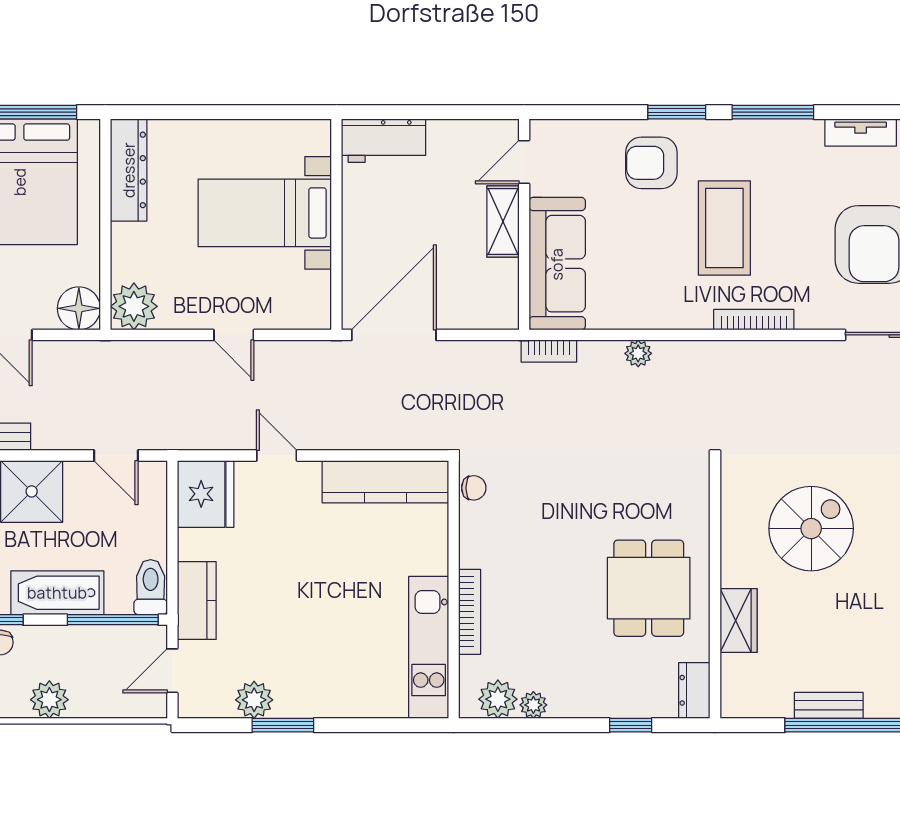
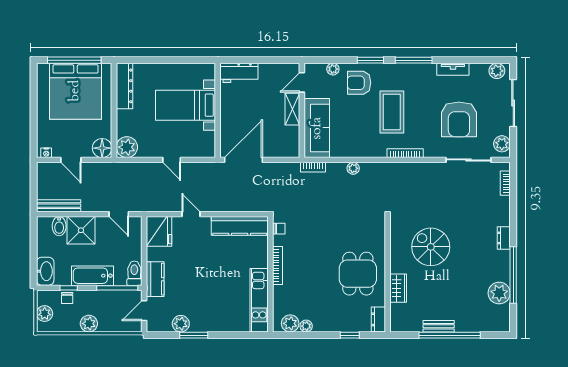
plant: (593, 132) -> (333, 69), added
spiral stairs: (811, 529) -> (431, 247), turned -90
bookcase: (470, 612) -> (277, 266), moved

